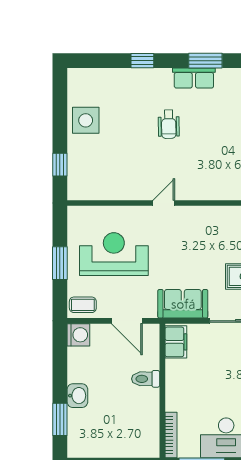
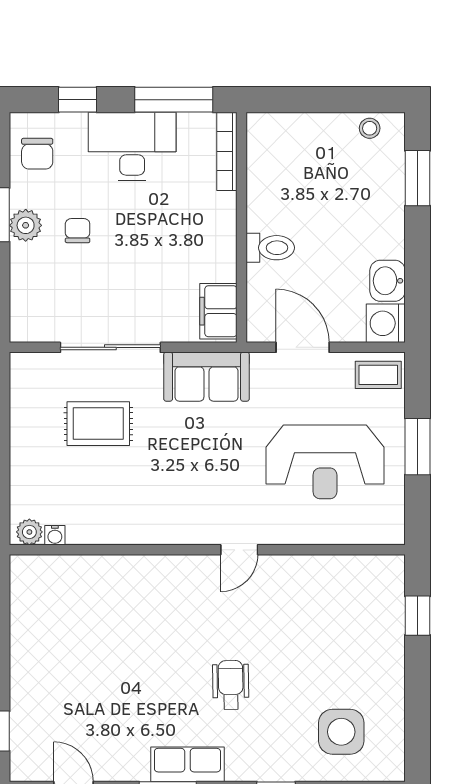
side table: (86, 120) -> (341, 732), moved
washbasin: (77, 396) -> (388, 281), moved
stool: (88, 448) -> (370, 128), added

